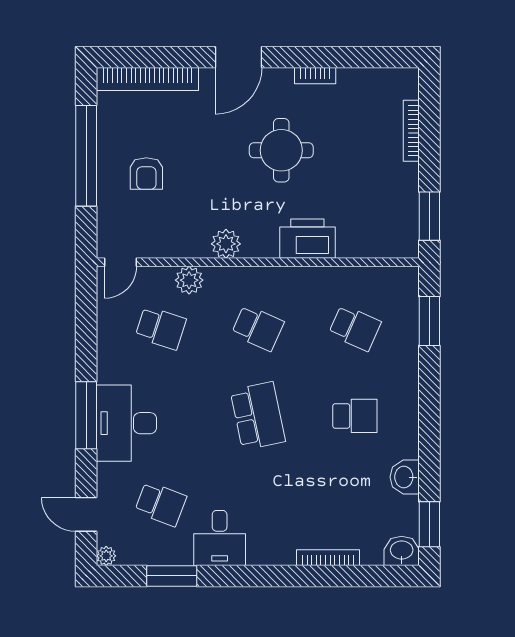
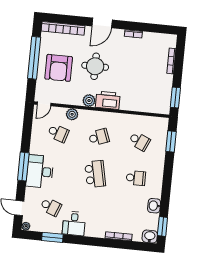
round table: (281, 150) -> (95, 66), moved
armchair: (146, 174) -> (59, 68), width x1.88, depth x1.88
printer: (307, 239) -> (108, 100), moved
school desk: (258, 328) -> (99, 137), turned -45

